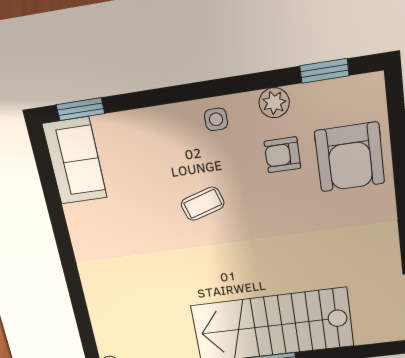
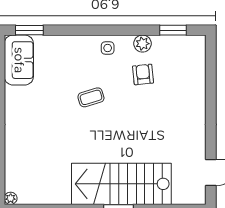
armchair: (282, 155) -> (143, 74), turned 84
armchair: (350, 157) -> (182, 82), removed

